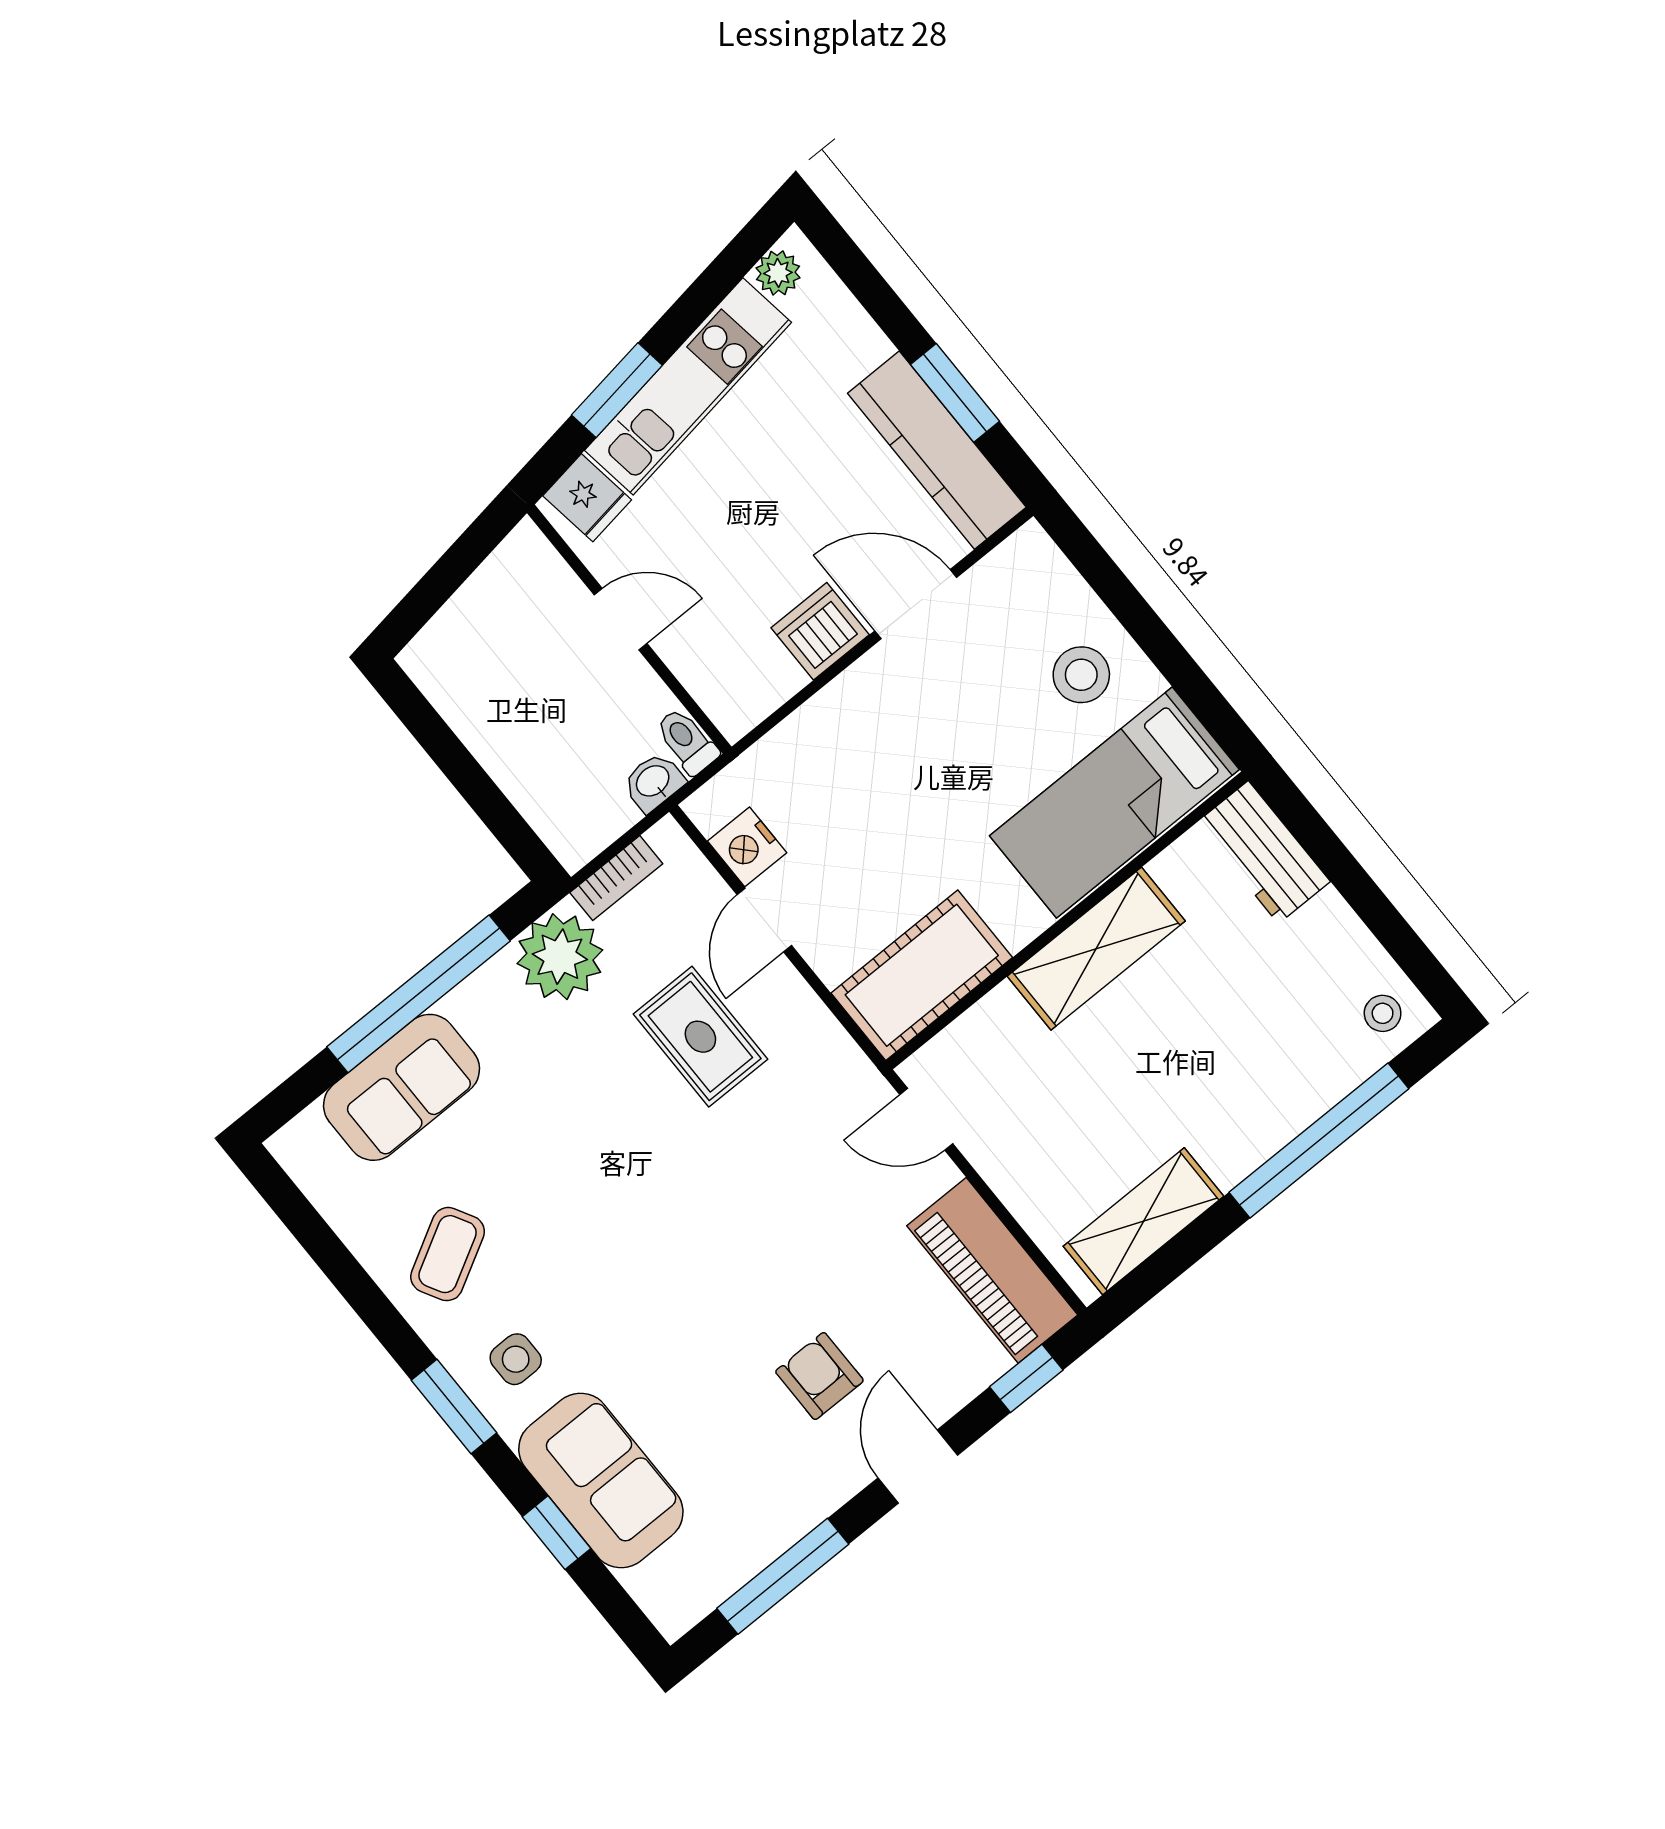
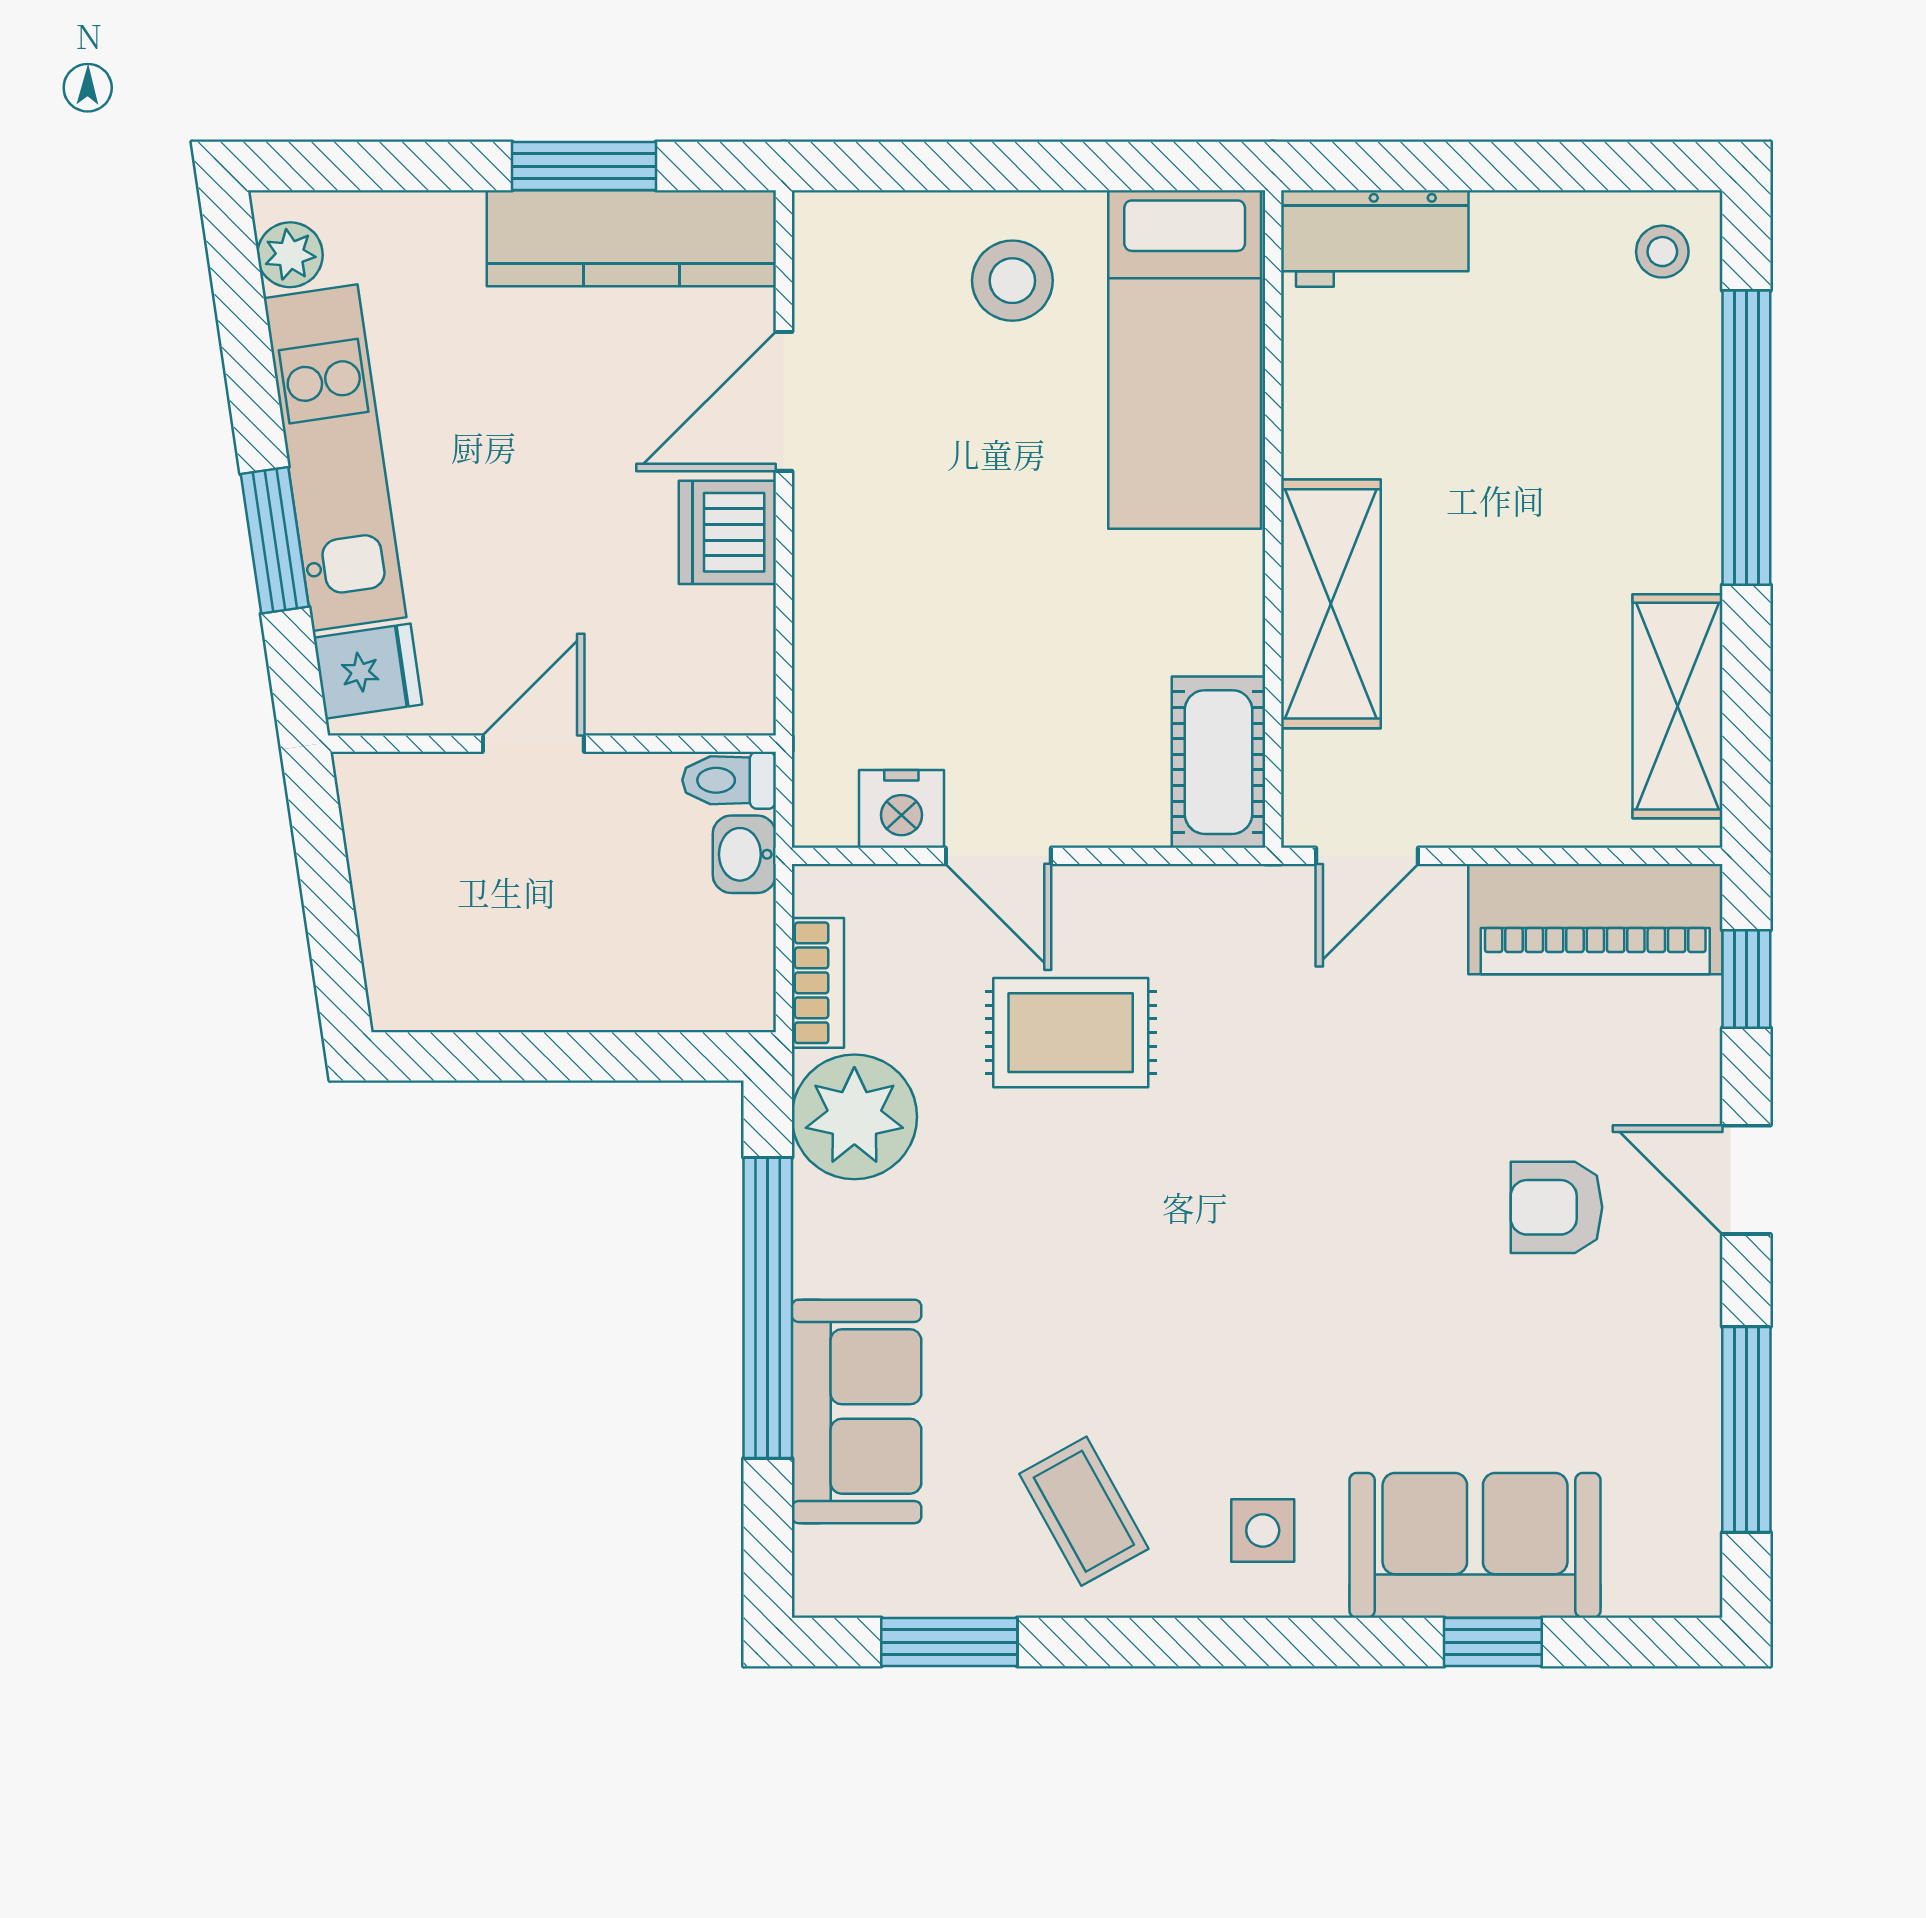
shelving: (1096, 949) -> (1331, 604), moved
cot: (922, 975) -> (1218, 762), width x0.73, depth x0.75
window: (454, 1407) -> (949, 1642), moved

